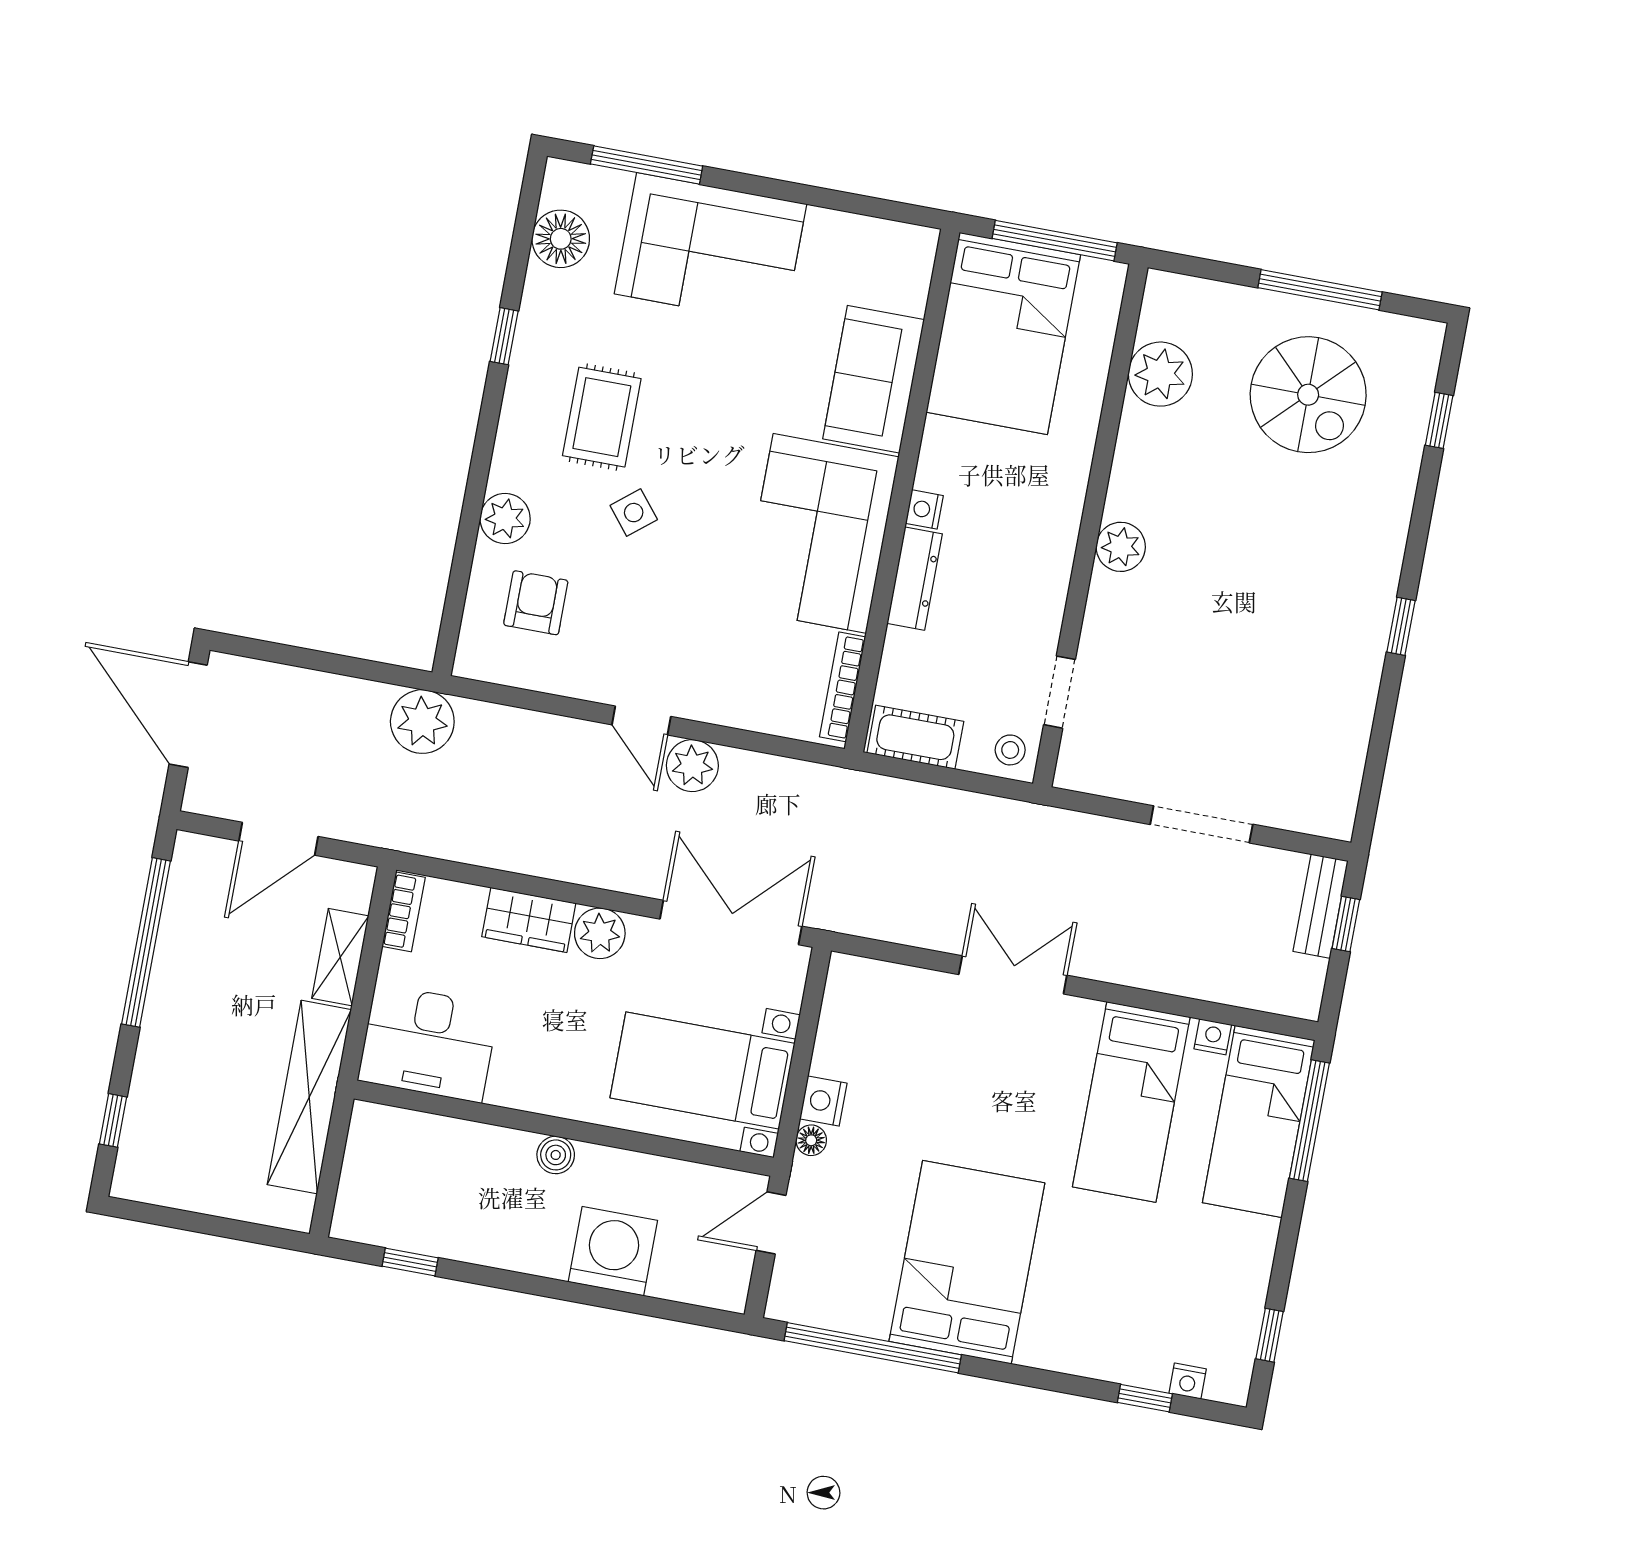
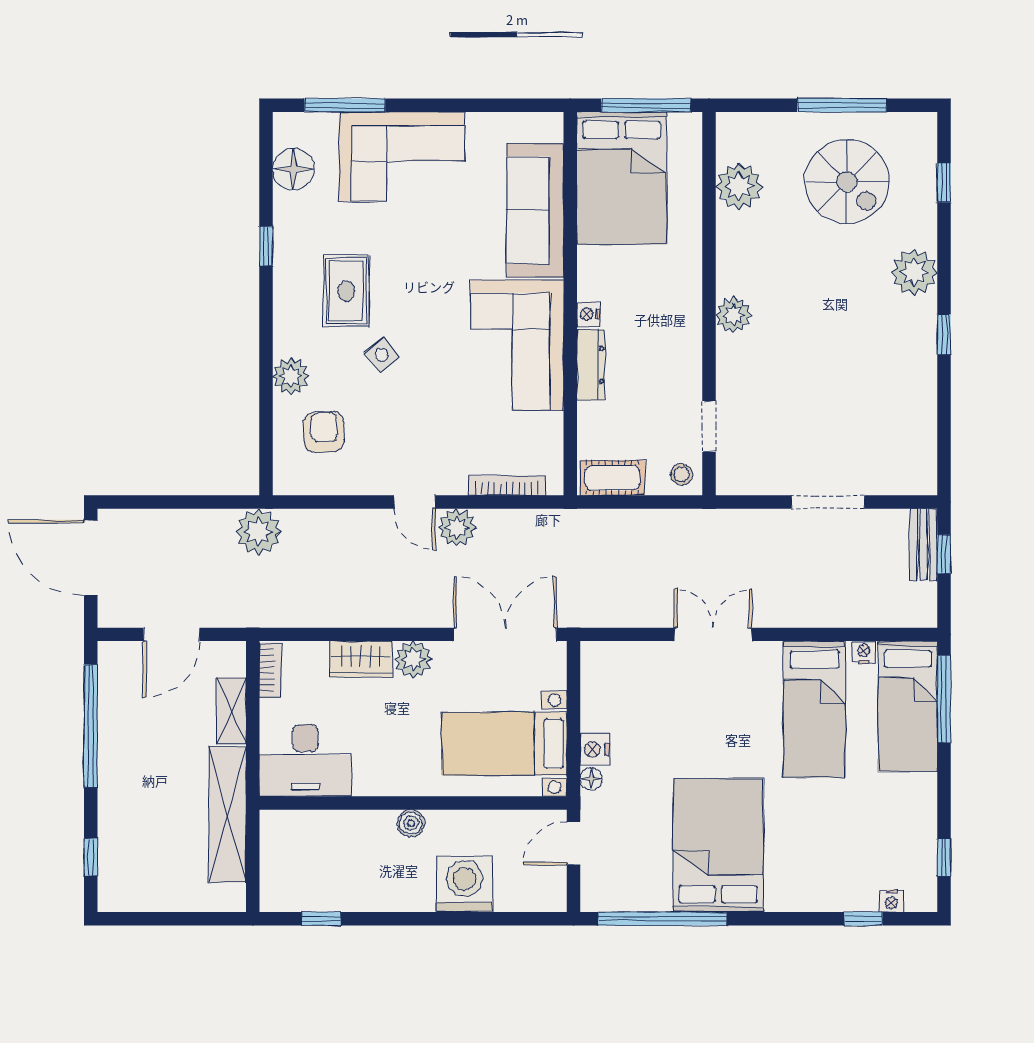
sofa: (874, 379) -> (535, 210), width x1.36
plant: (1376, 535) -> (914, 272), added
bookcase: (843, 687) -> (507, 486), moved, turned 90

